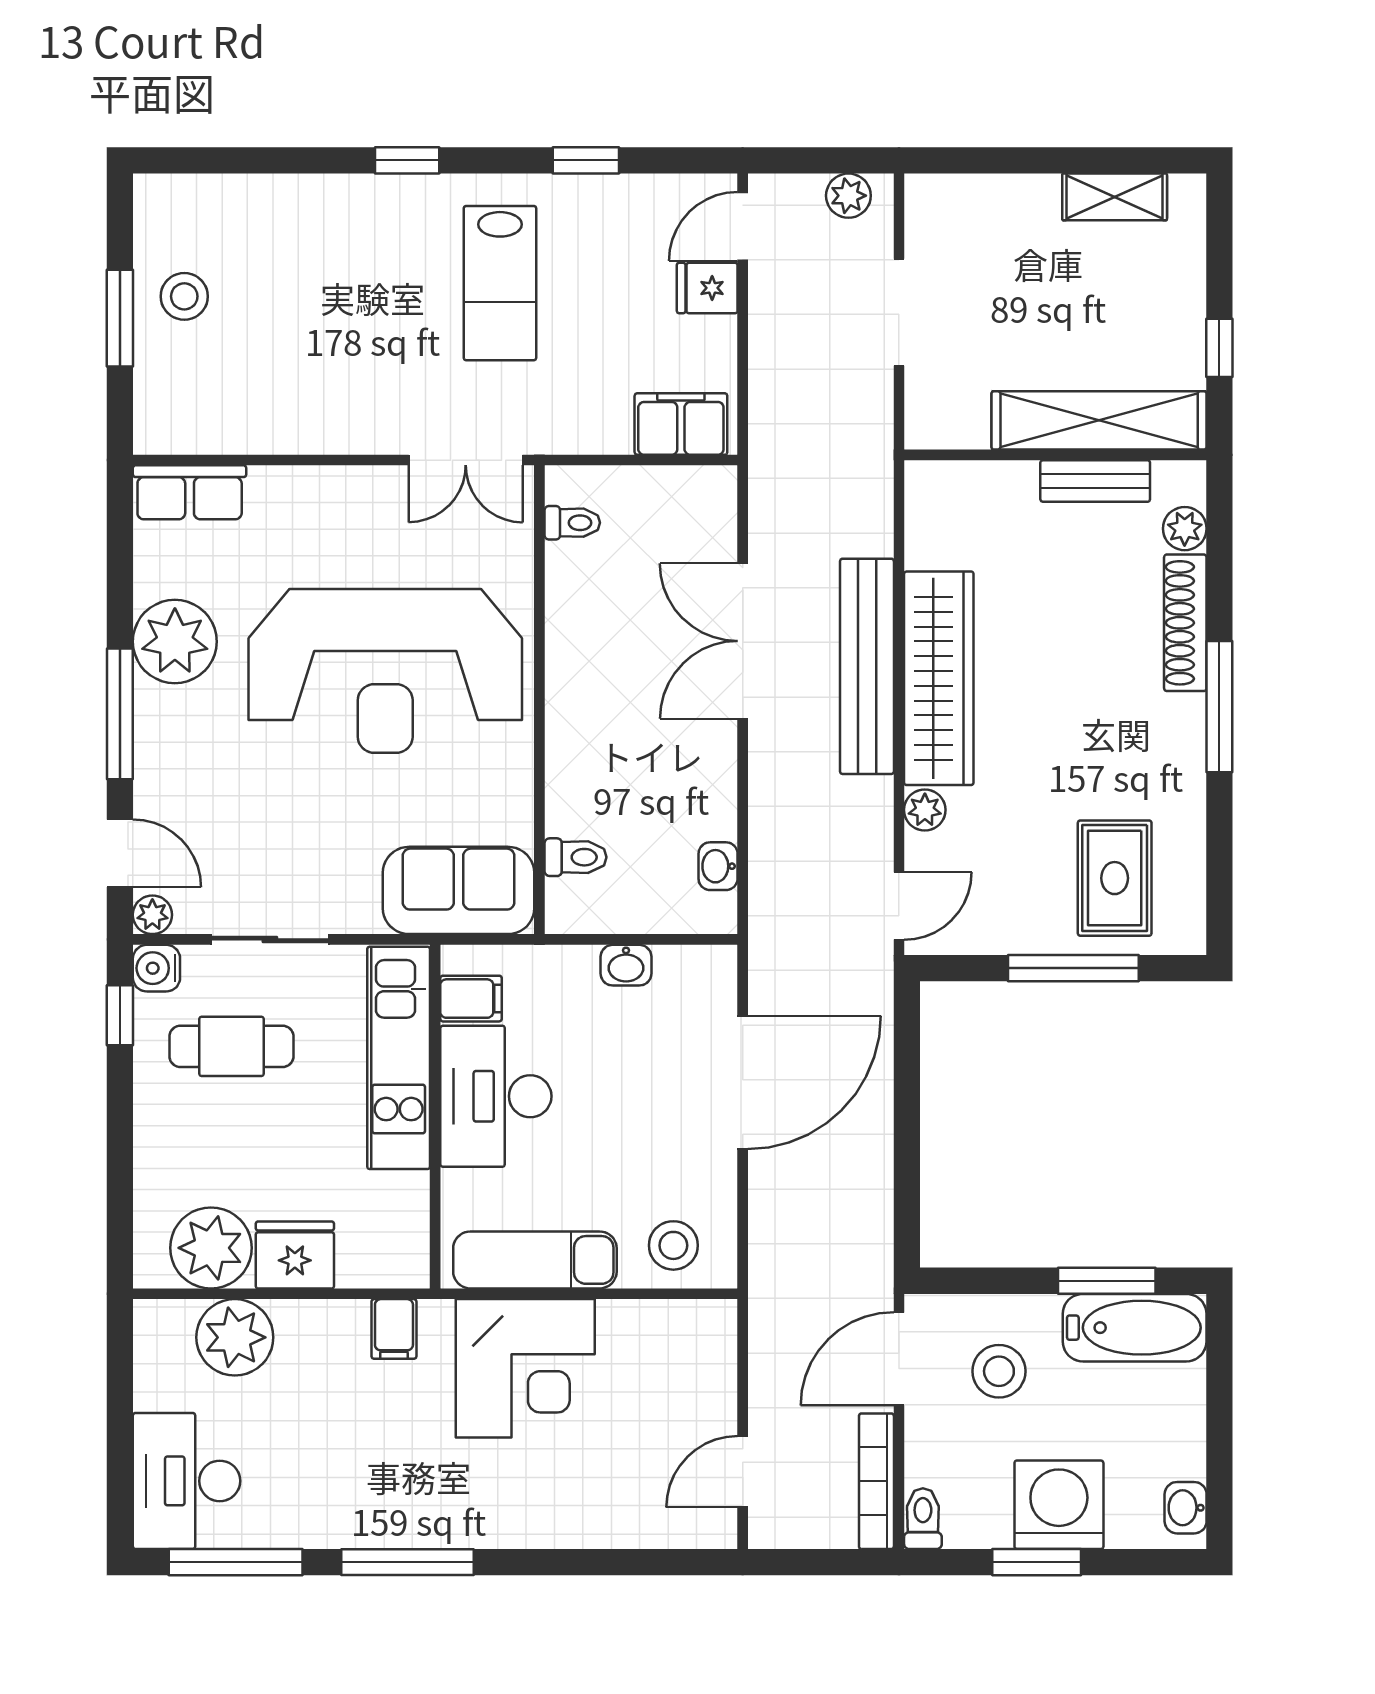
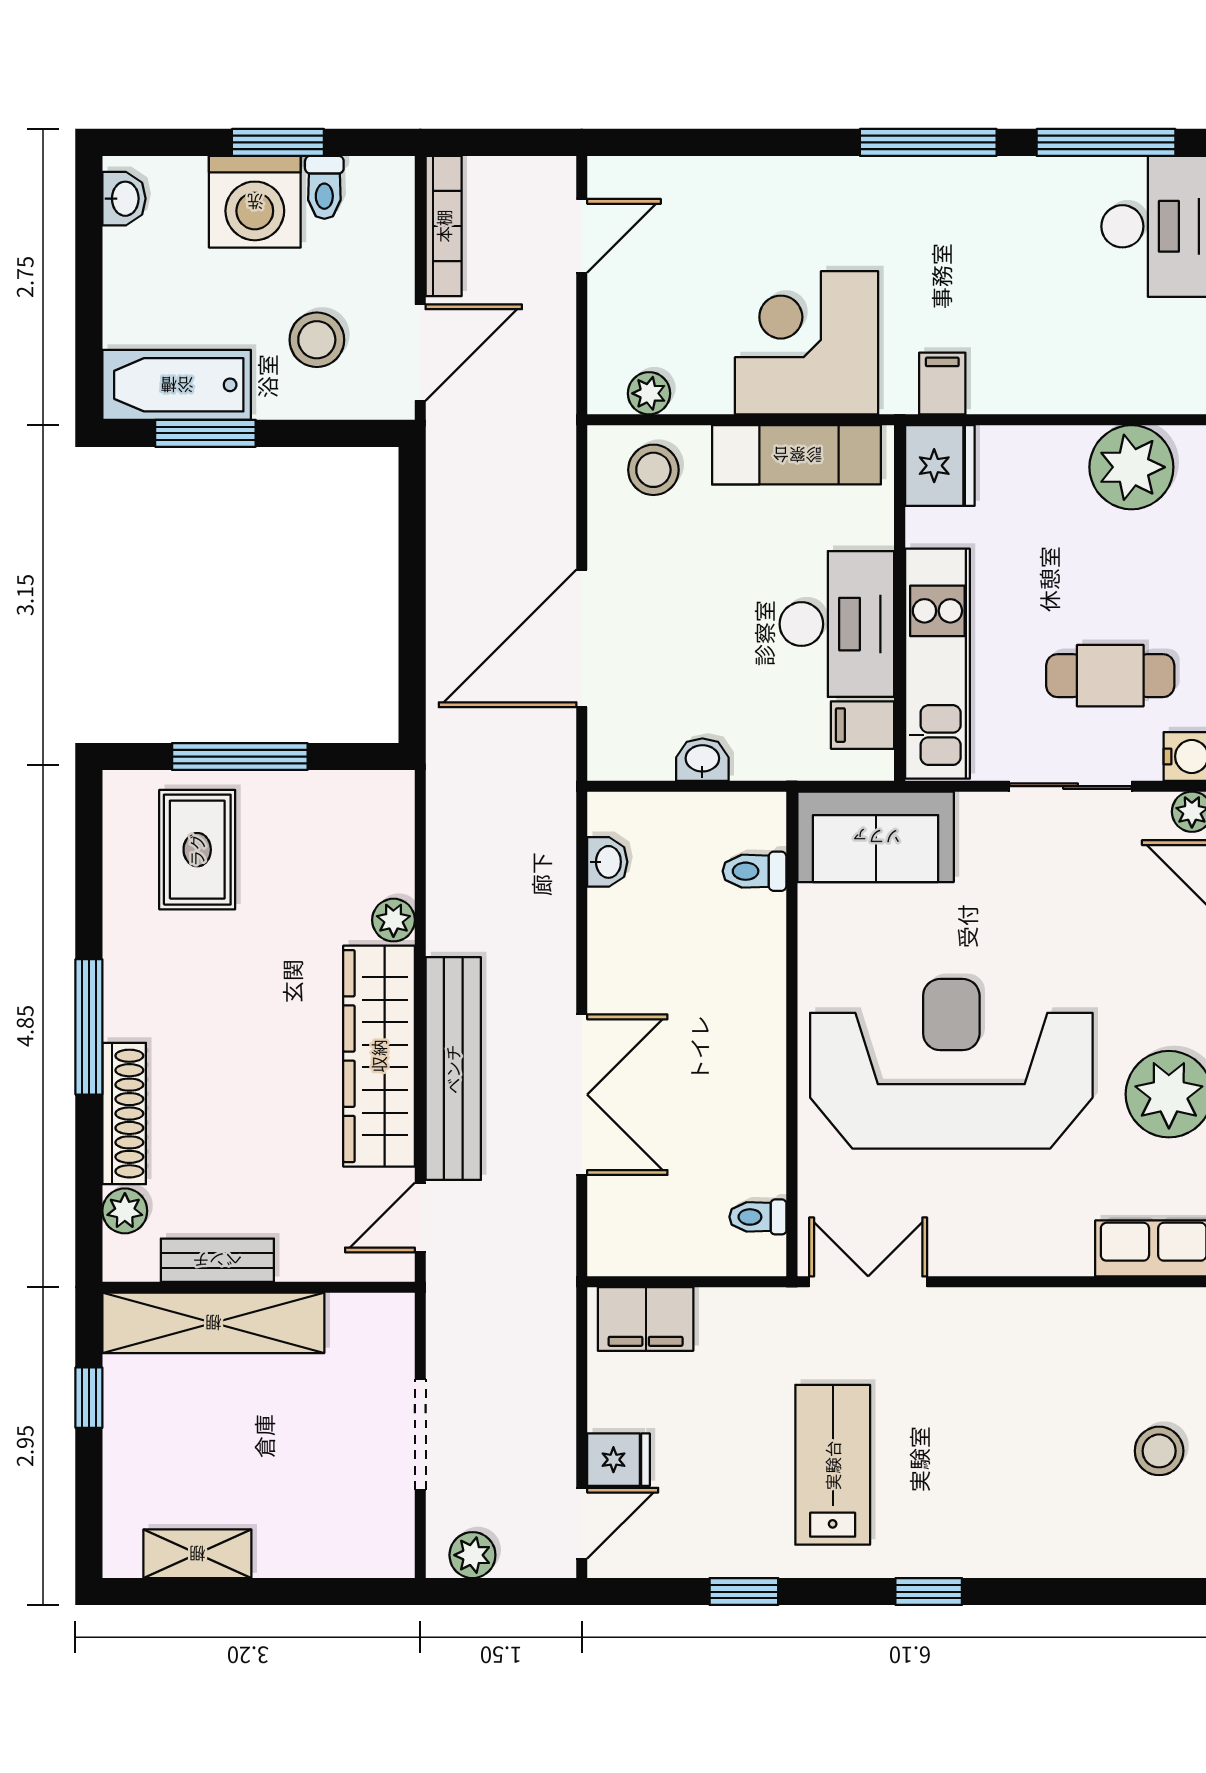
door: (899, 906) -> (420, 1217), moved
fridge: (295, 1255) -> (940, 466), moved, turned -90
plant: (235, 1337) -> (649, 393), moved, width x0.53, depth x0.53
toilet: (923, 1519) -> (324, 187), moved

